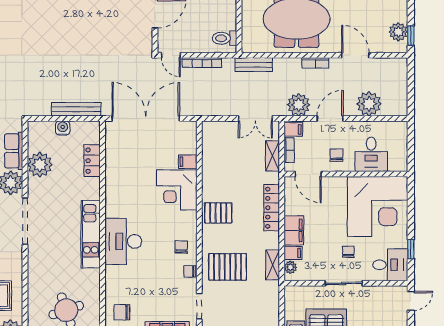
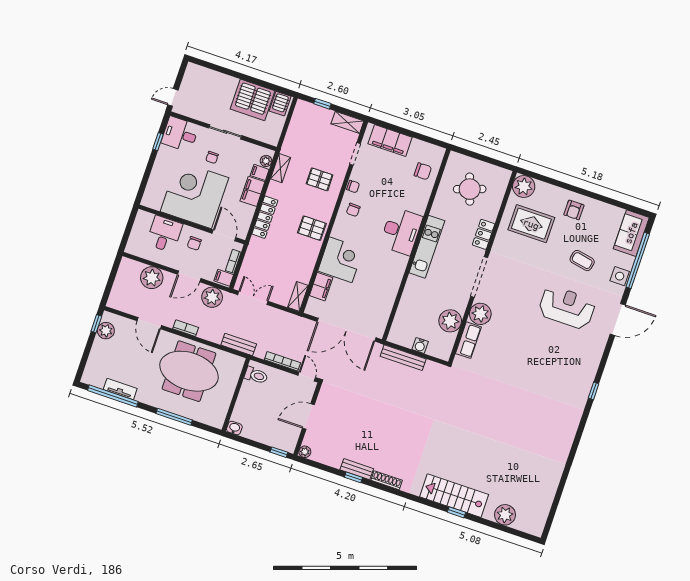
shelving: (272, 156) -> (298, 296), moved
locker: (92, 161) -> (484, 234), moved, turned 180
filing cabinet: (188, 162) -> (321, 287), width x2.00
corner desk: (378, 206) -> (194, 195), moved
pallet: (228, 267) -> (320, 179), width x0.67, depth x0.71

